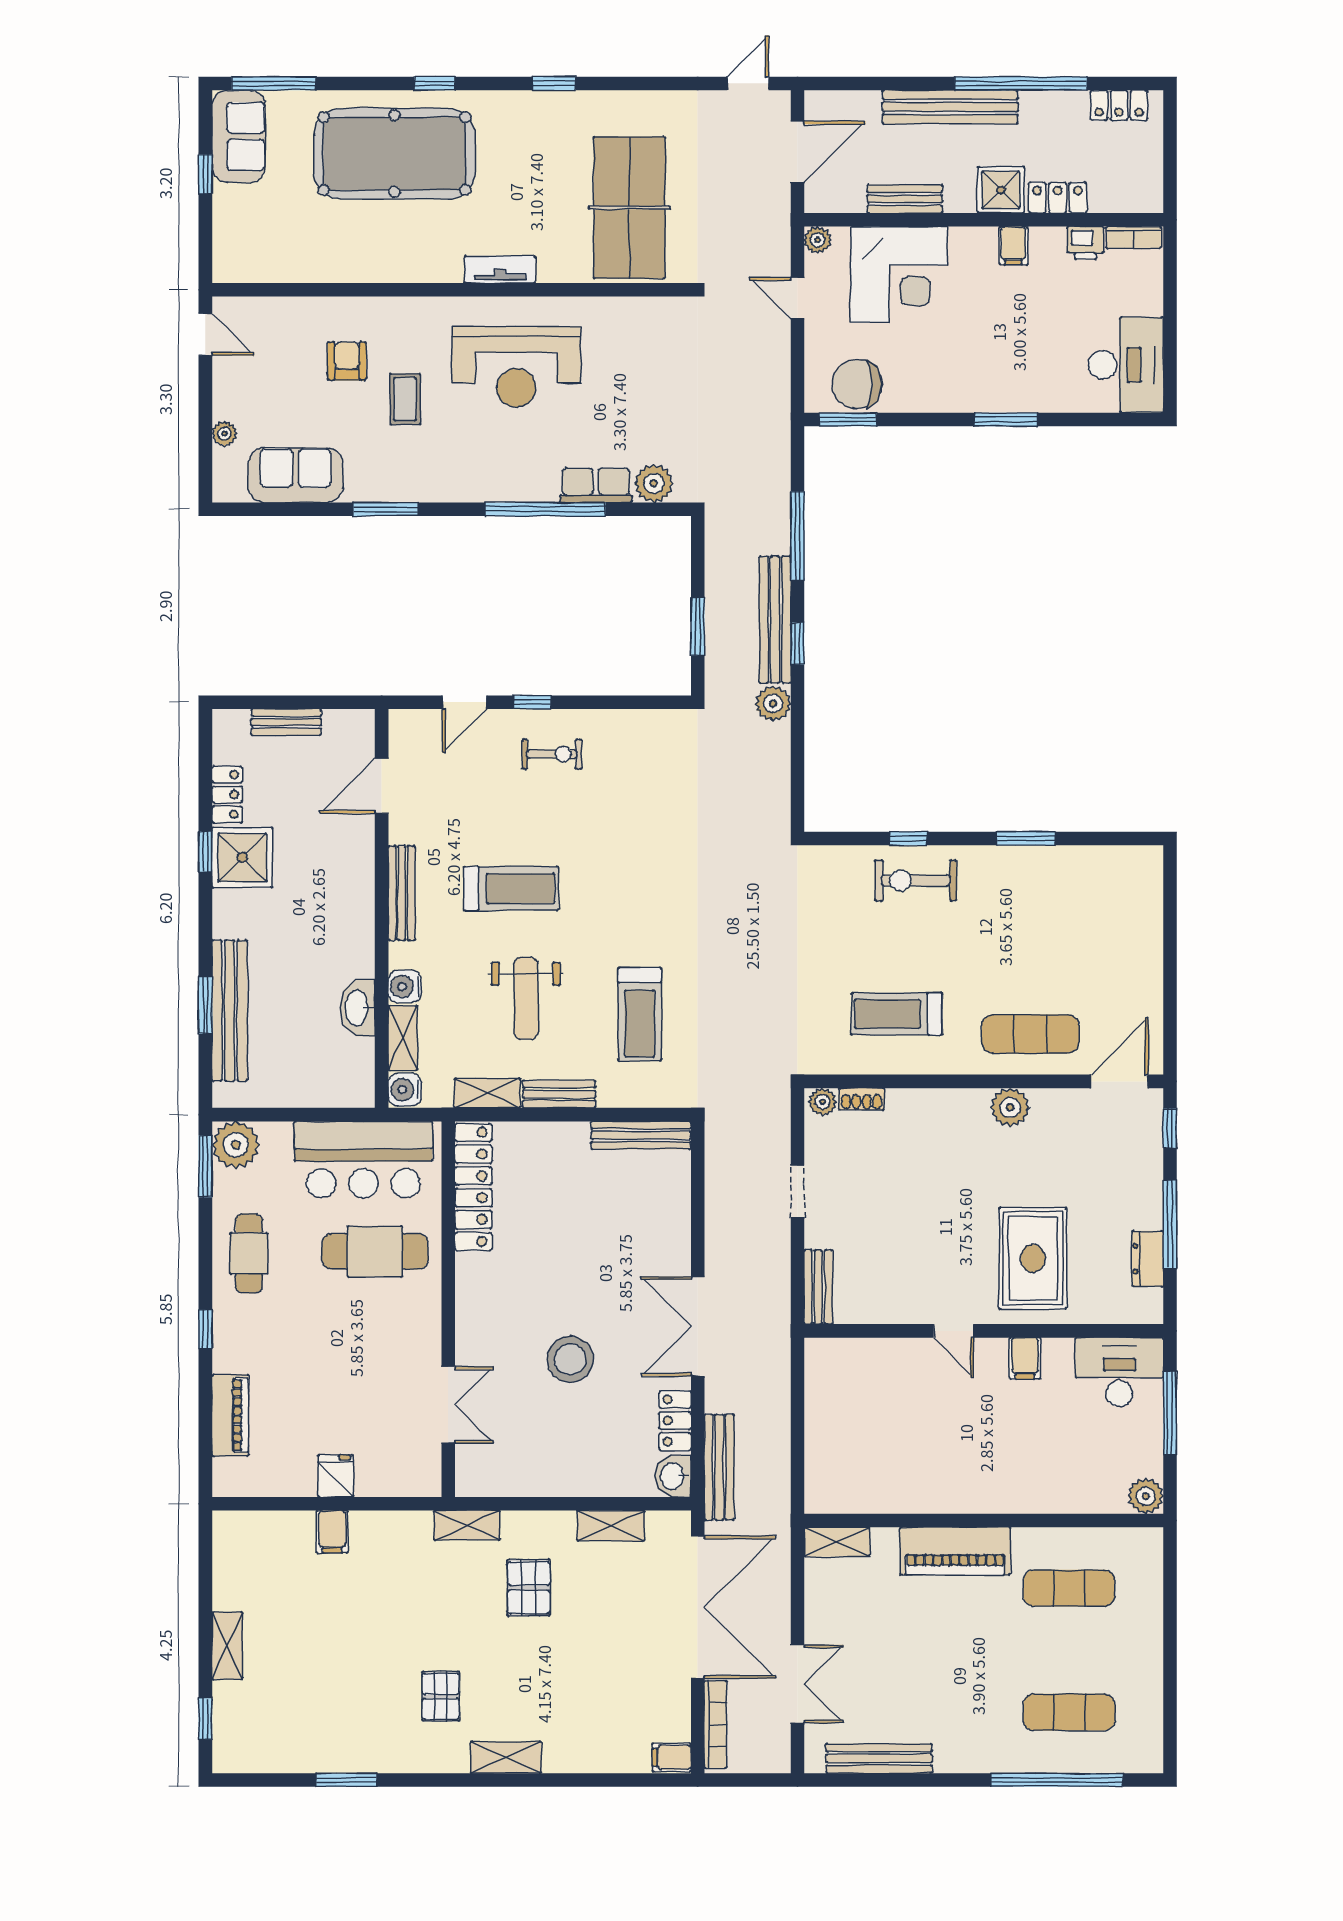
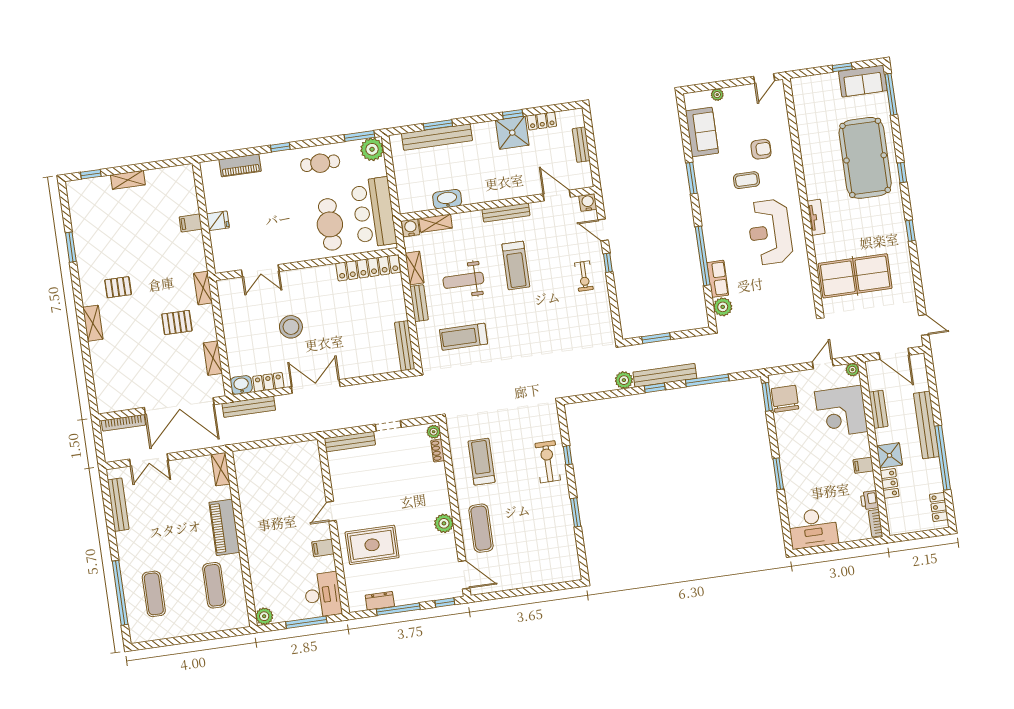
water cooler: (405, 987) -> (588, 202), moved
bench: (818, 1287) -> (350, 442), width x1.36
filing cabinet: (672, 1757) -> (104, 404), removed

